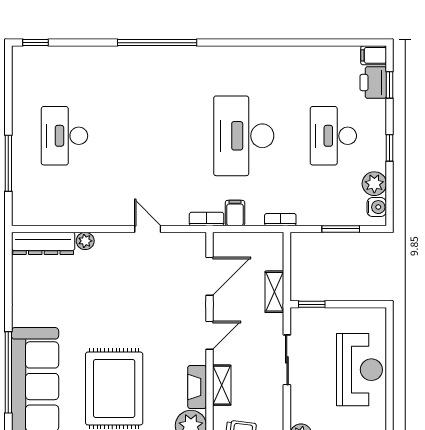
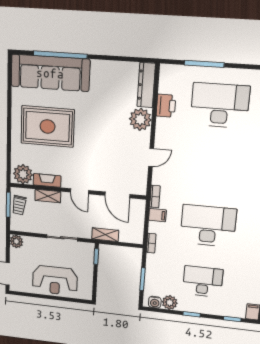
printer: (373, 83) -> (166, 106), moved, turned 90
desk: (65, 136) -> (220, 105), width x1.36, depth x1.30
plant: (85, 241) -> (140, 119), width x1.87, depth x1.87

